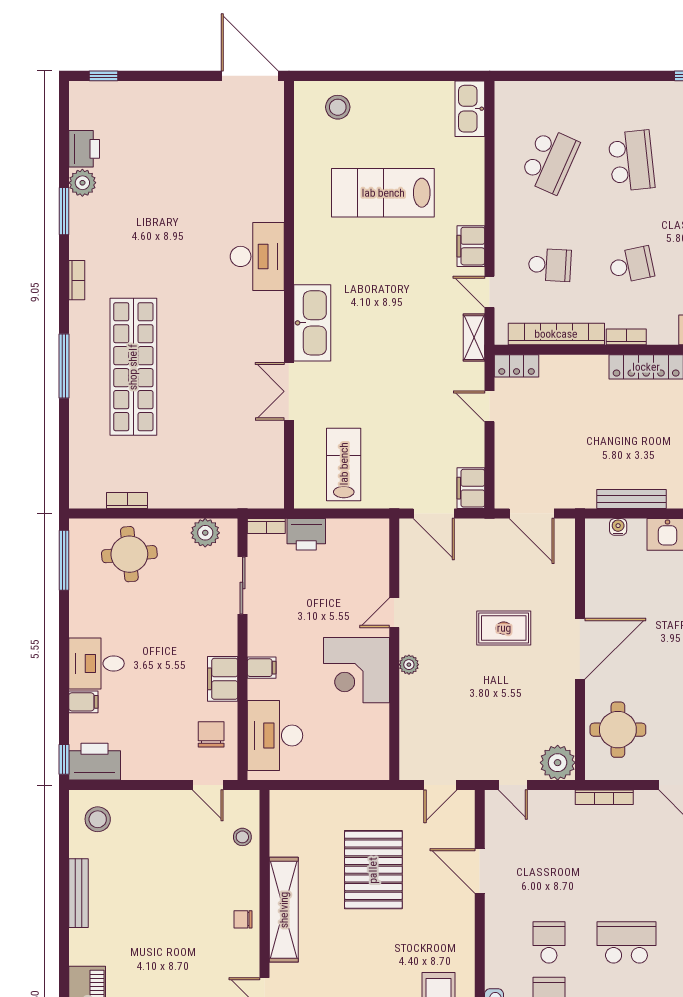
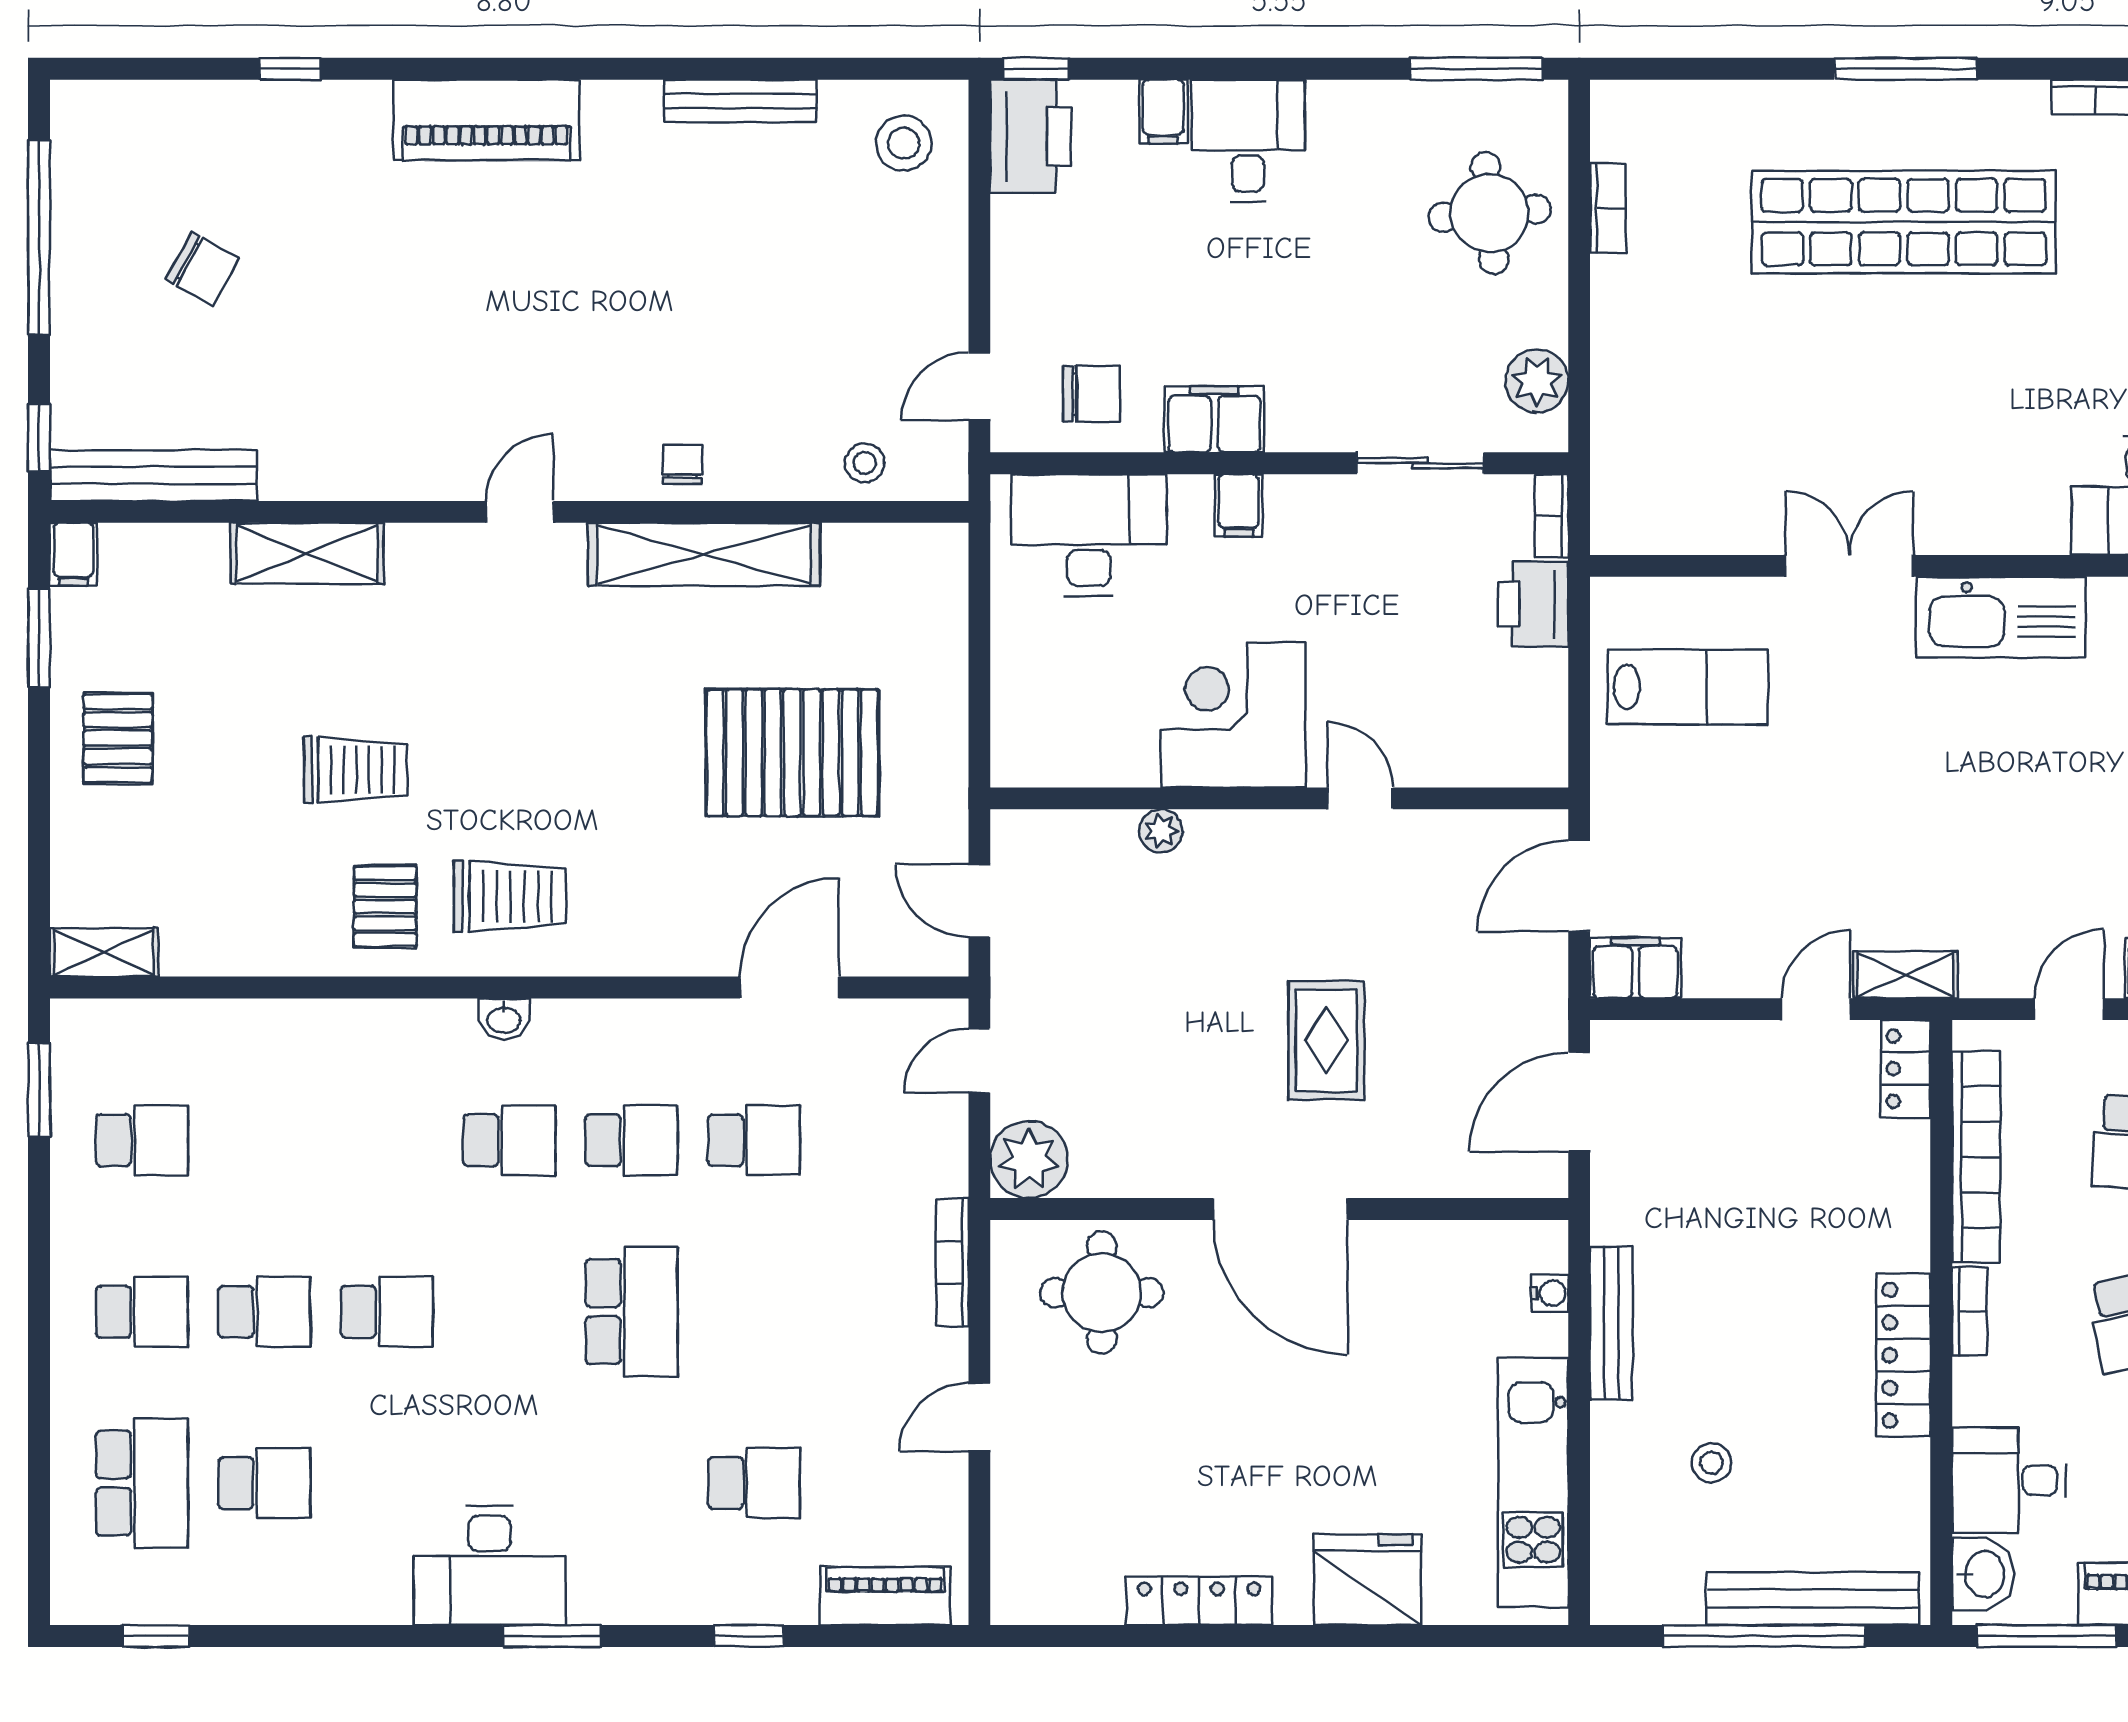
shelving: (474, 338) -> (1905, 975), moved
plant: (409, 665) -> (1161, 831), moved
school desk: (549, 887) -> (754, 1140), added

